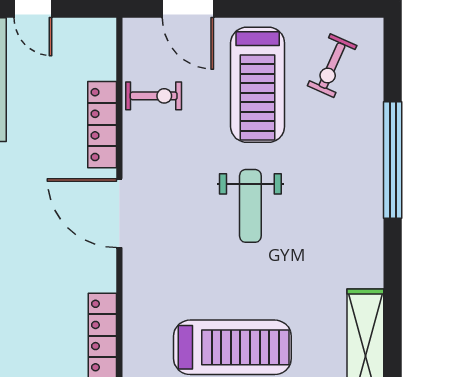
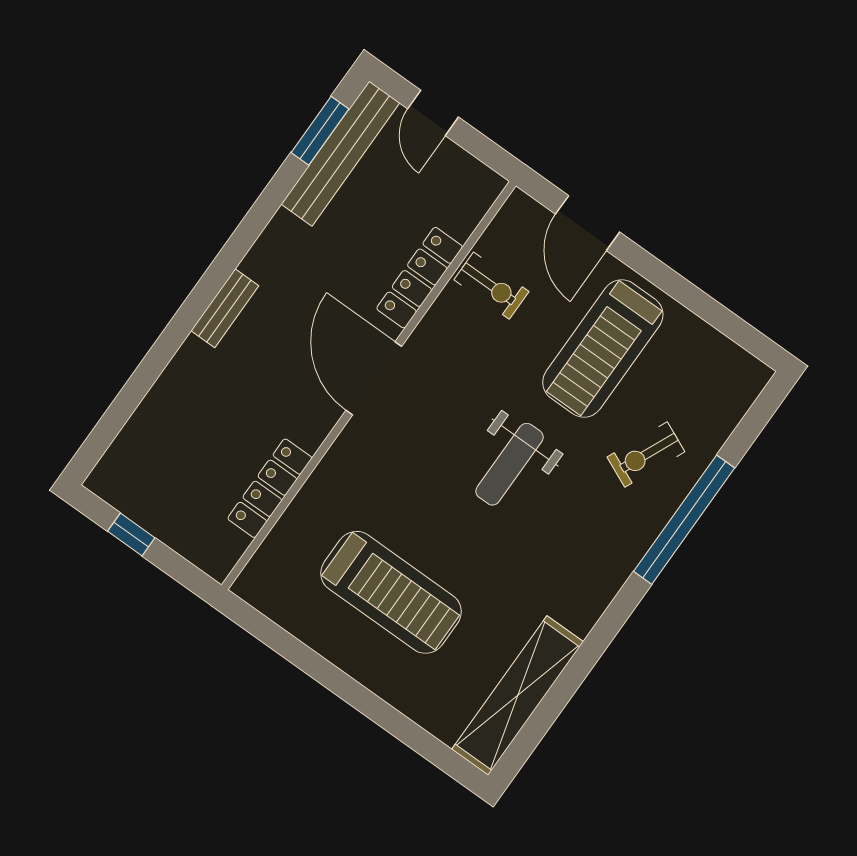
exercise bike: (332, 66) -> (646, 454), moved

